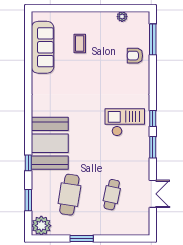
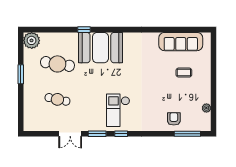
checkout: (125, 122) -> (118, 110), turned 180
double door: (153, 194) -> (70, 134), moved
window: (28, 200) -> (53, 30), removed

